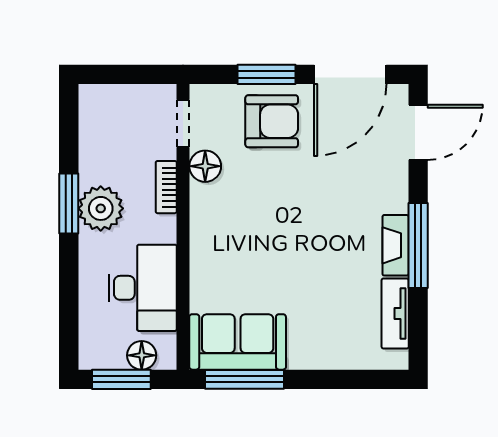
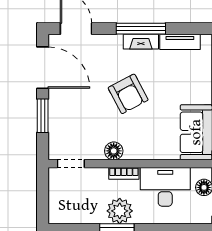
armchair: (272, 121) -> (128, 94), moved, turned 152
floor lamp: (205, 166) -> (114, 151), moved
bookcase: (166, 187) -> (124, 173), moved

